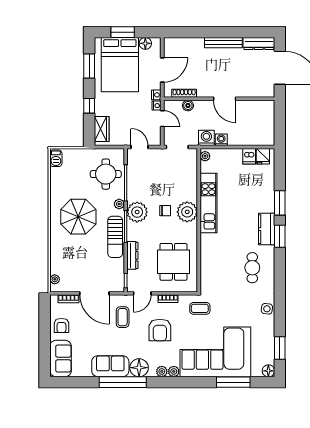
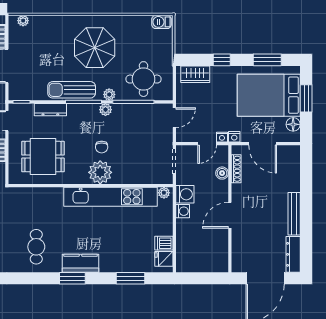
kitchen unit: (208, 203) -> (110, 197), width x1.36
window: (280, 203) -> (130, 278), moved
plant: (137, 212) -> (105, 110), width x0.53, depth x0.53
cafe table: (252, 268) -> (36, 247), turned 90

